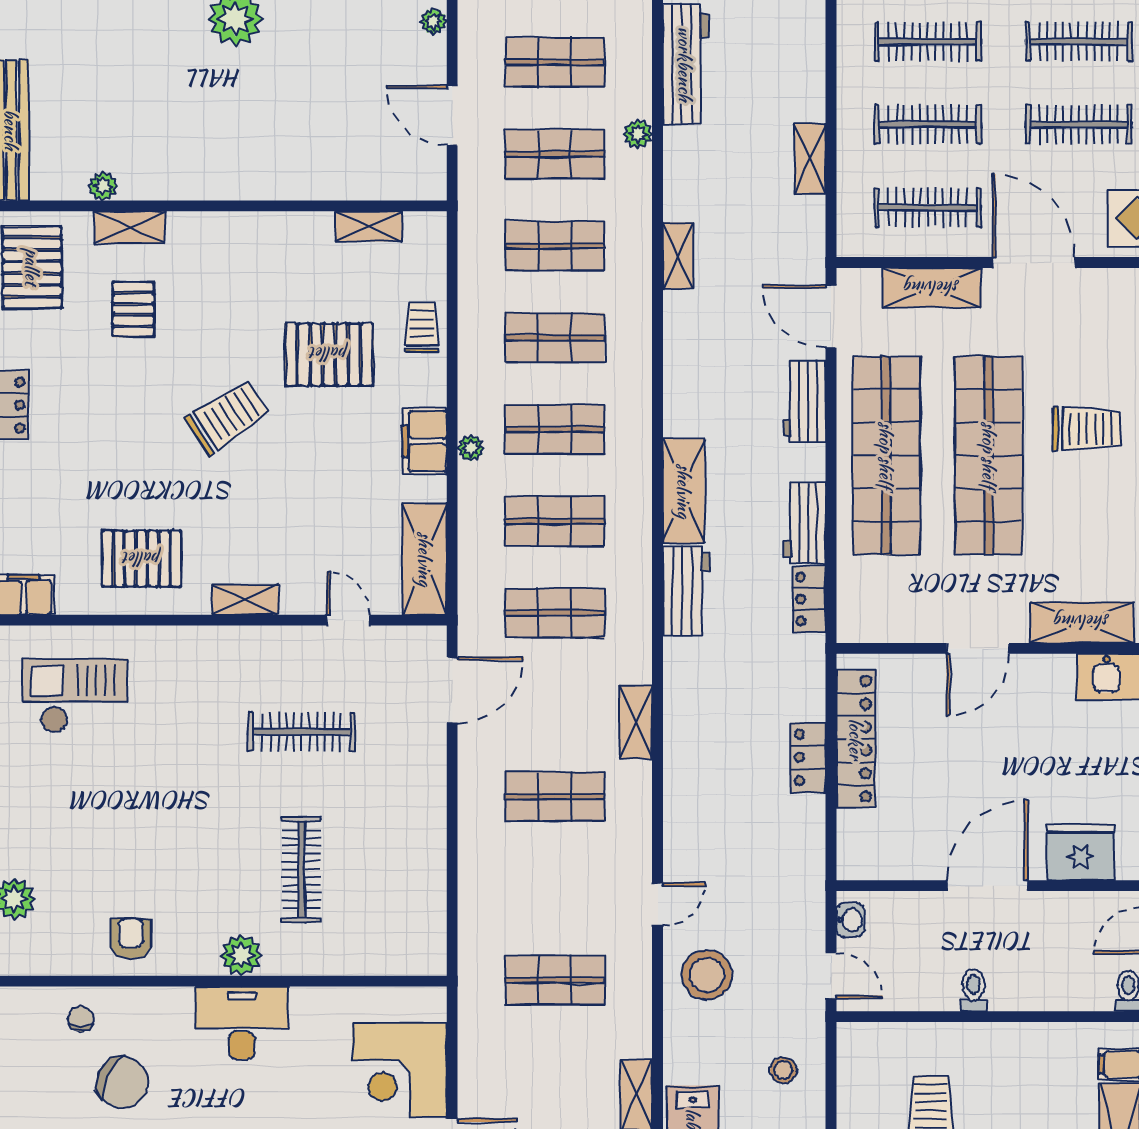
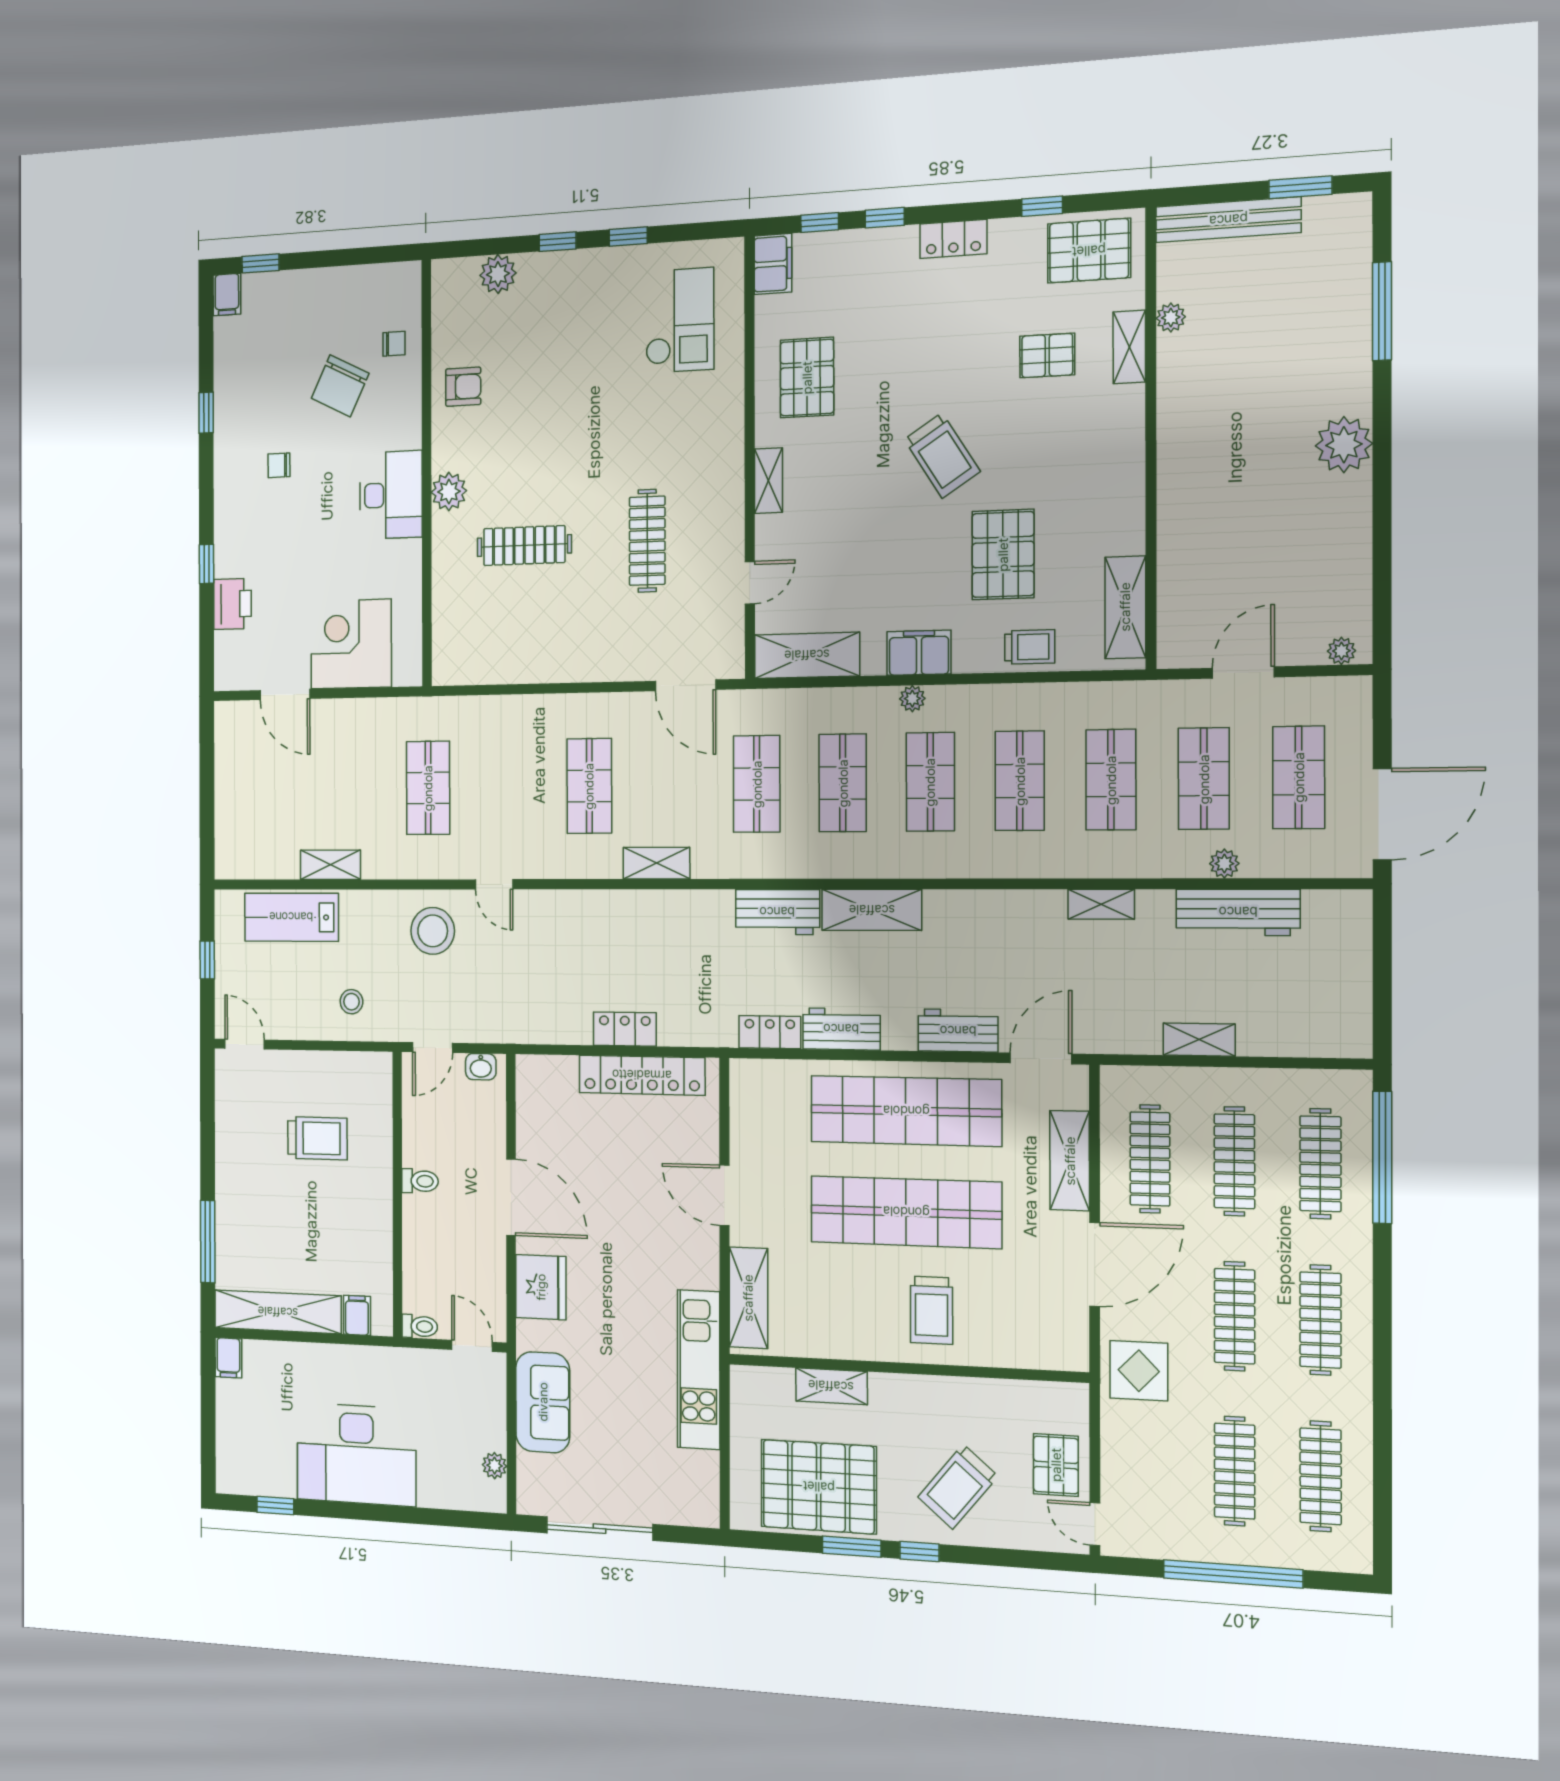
workbench: (685, 64) -> (1238, 912), moved
shelving: (369, 226) -> (1125, 607), width x1.50, depth x1.33

